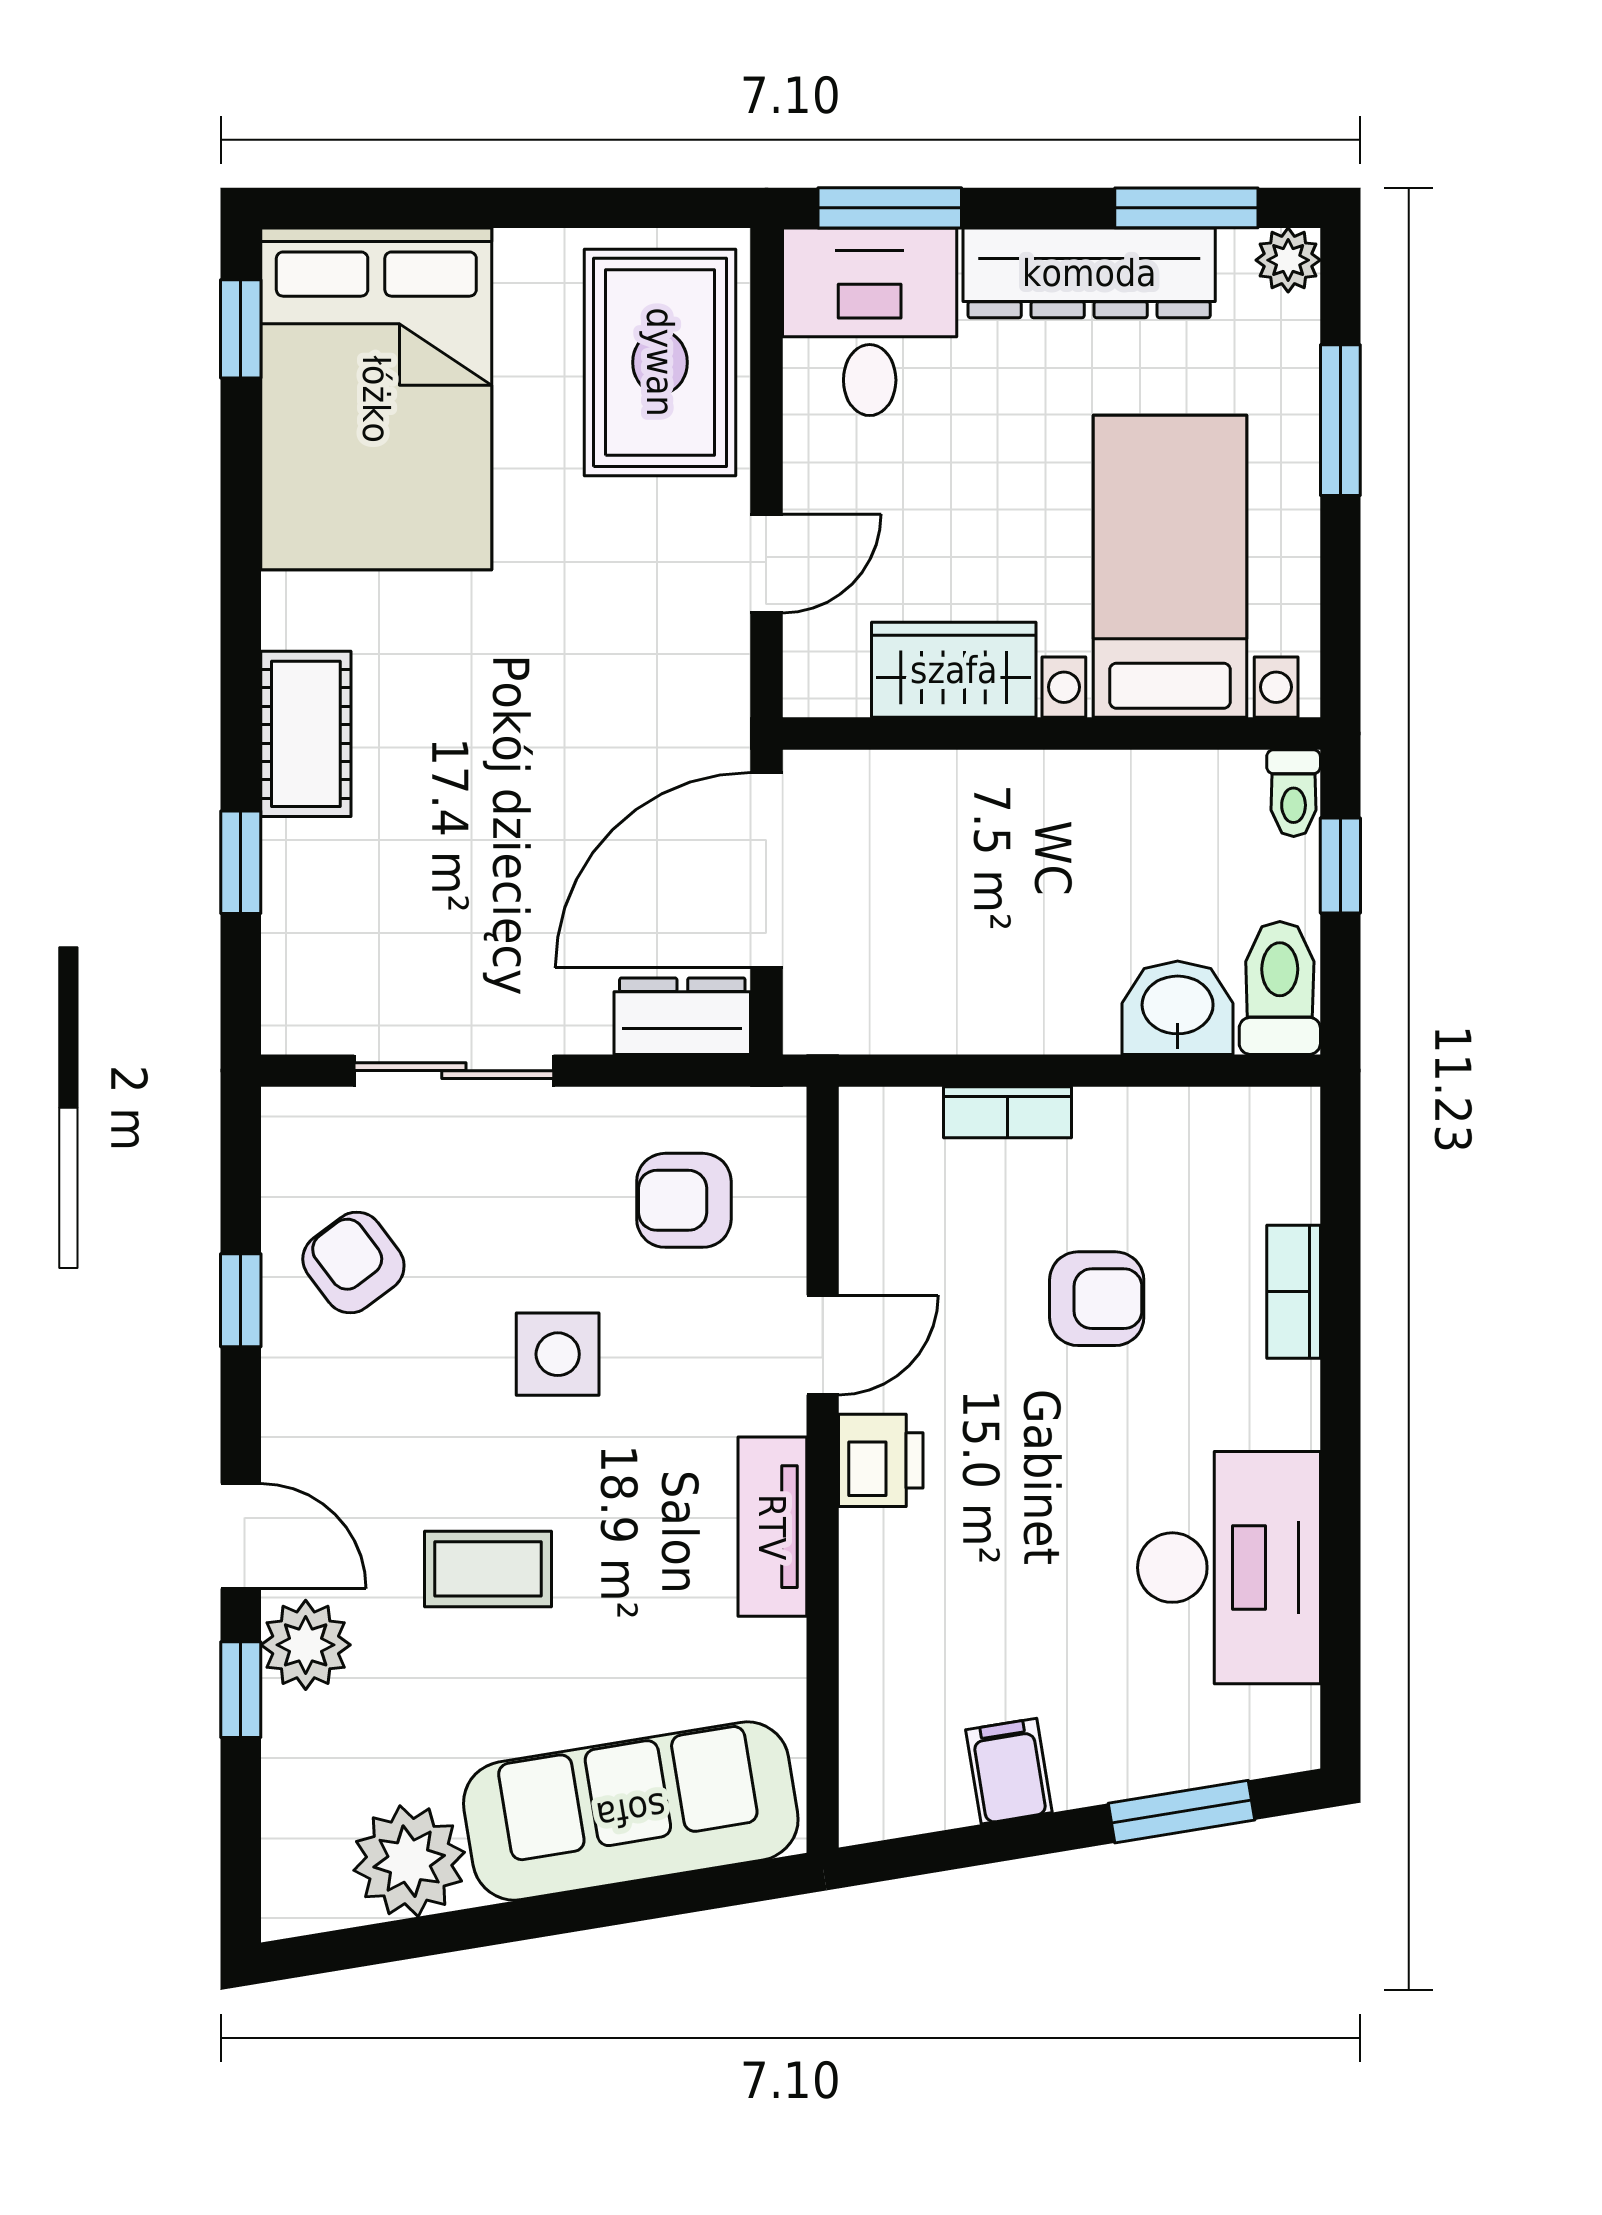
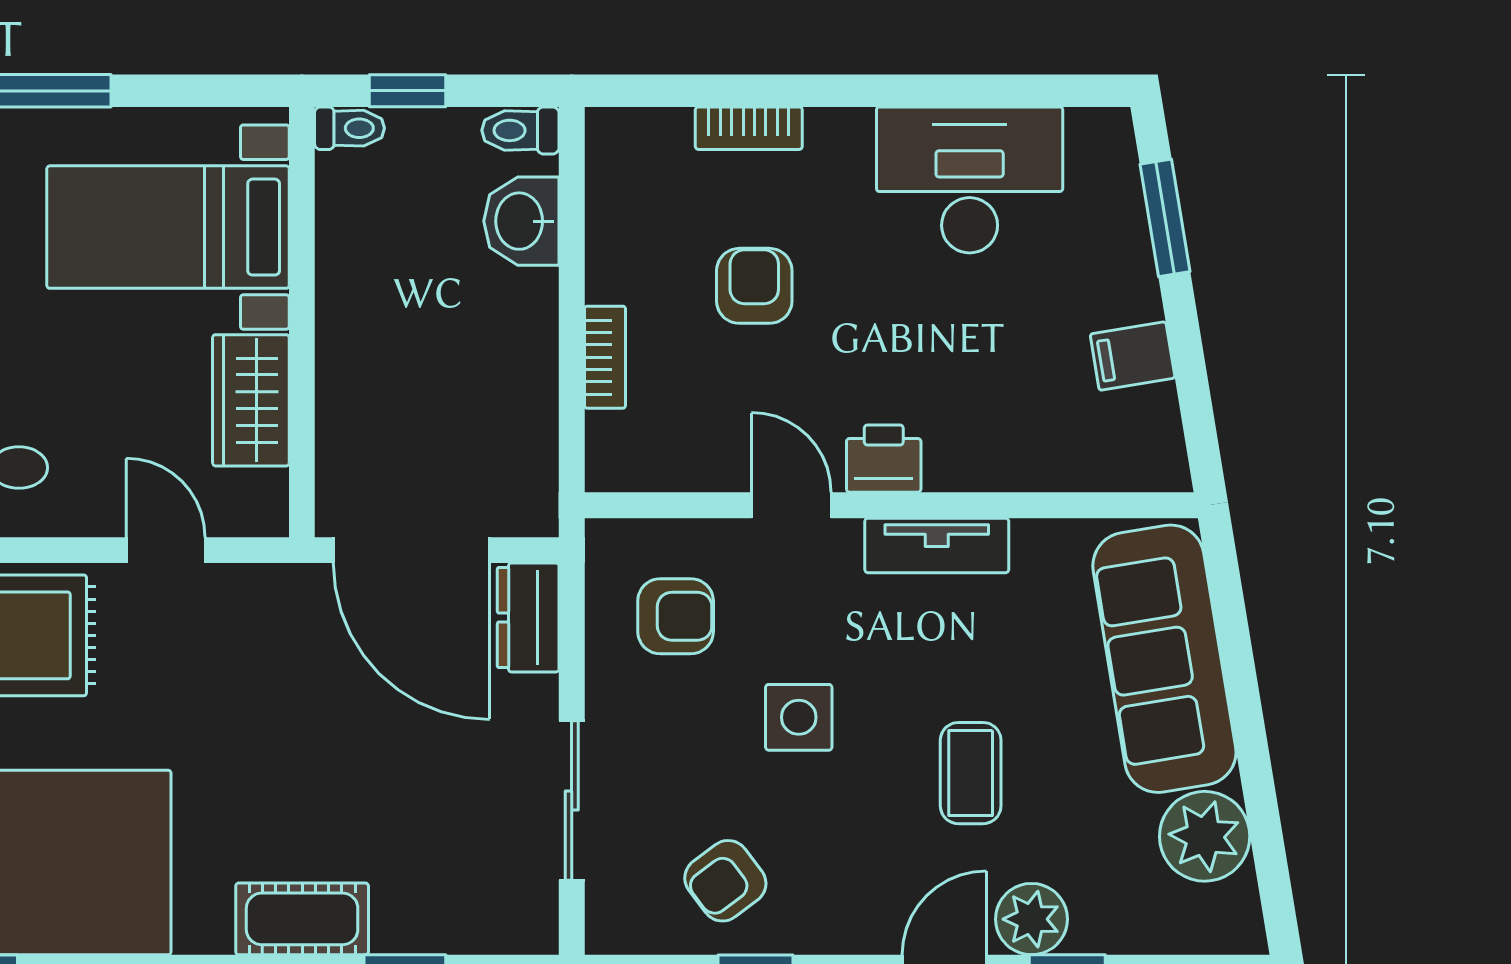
toilet: (1280, 988) -> (520, 130), width x0.73, depth x0.72
armchair: (684, 1200) -> (676, 616), turned -90

